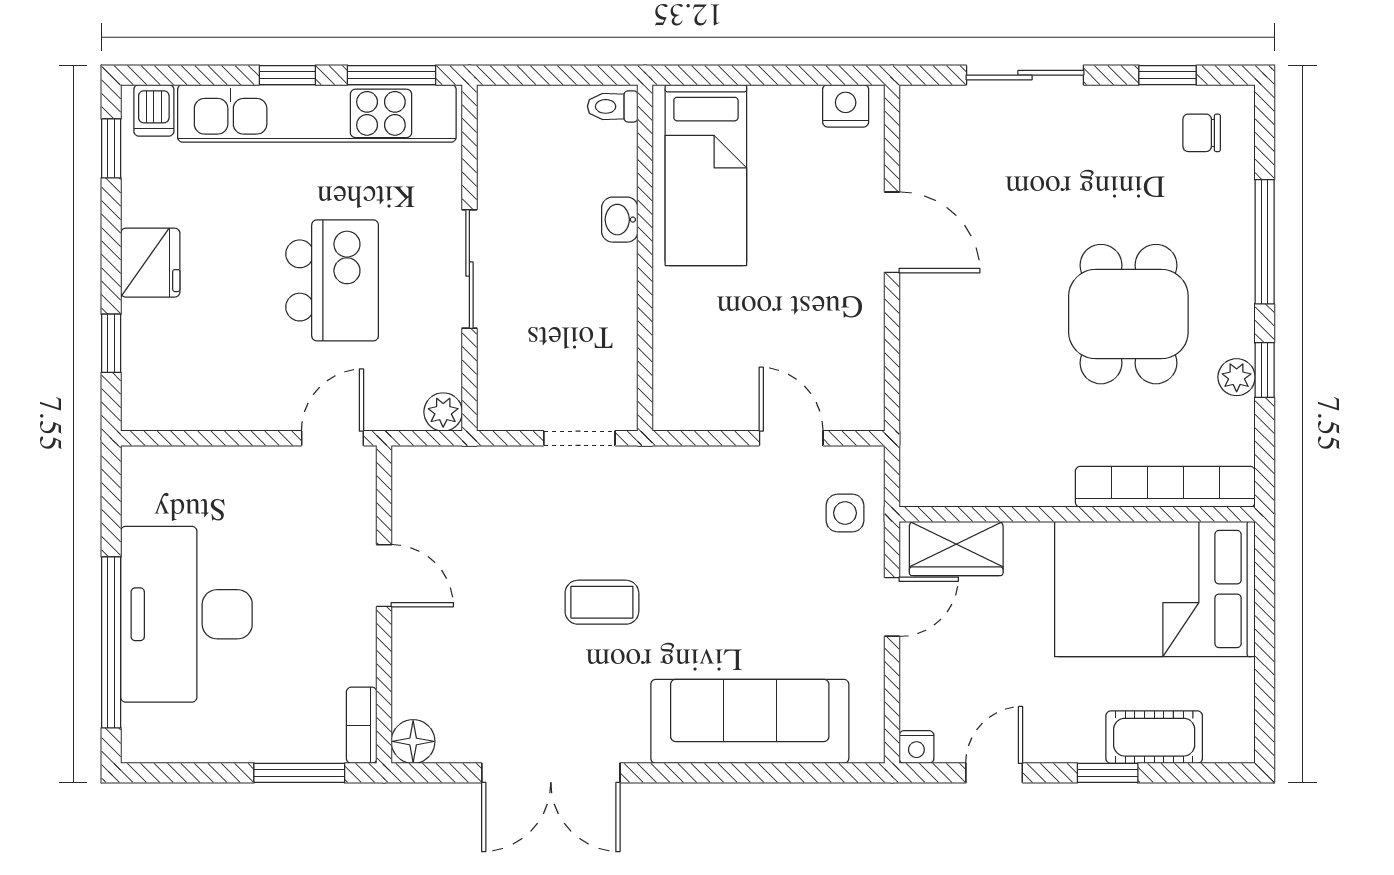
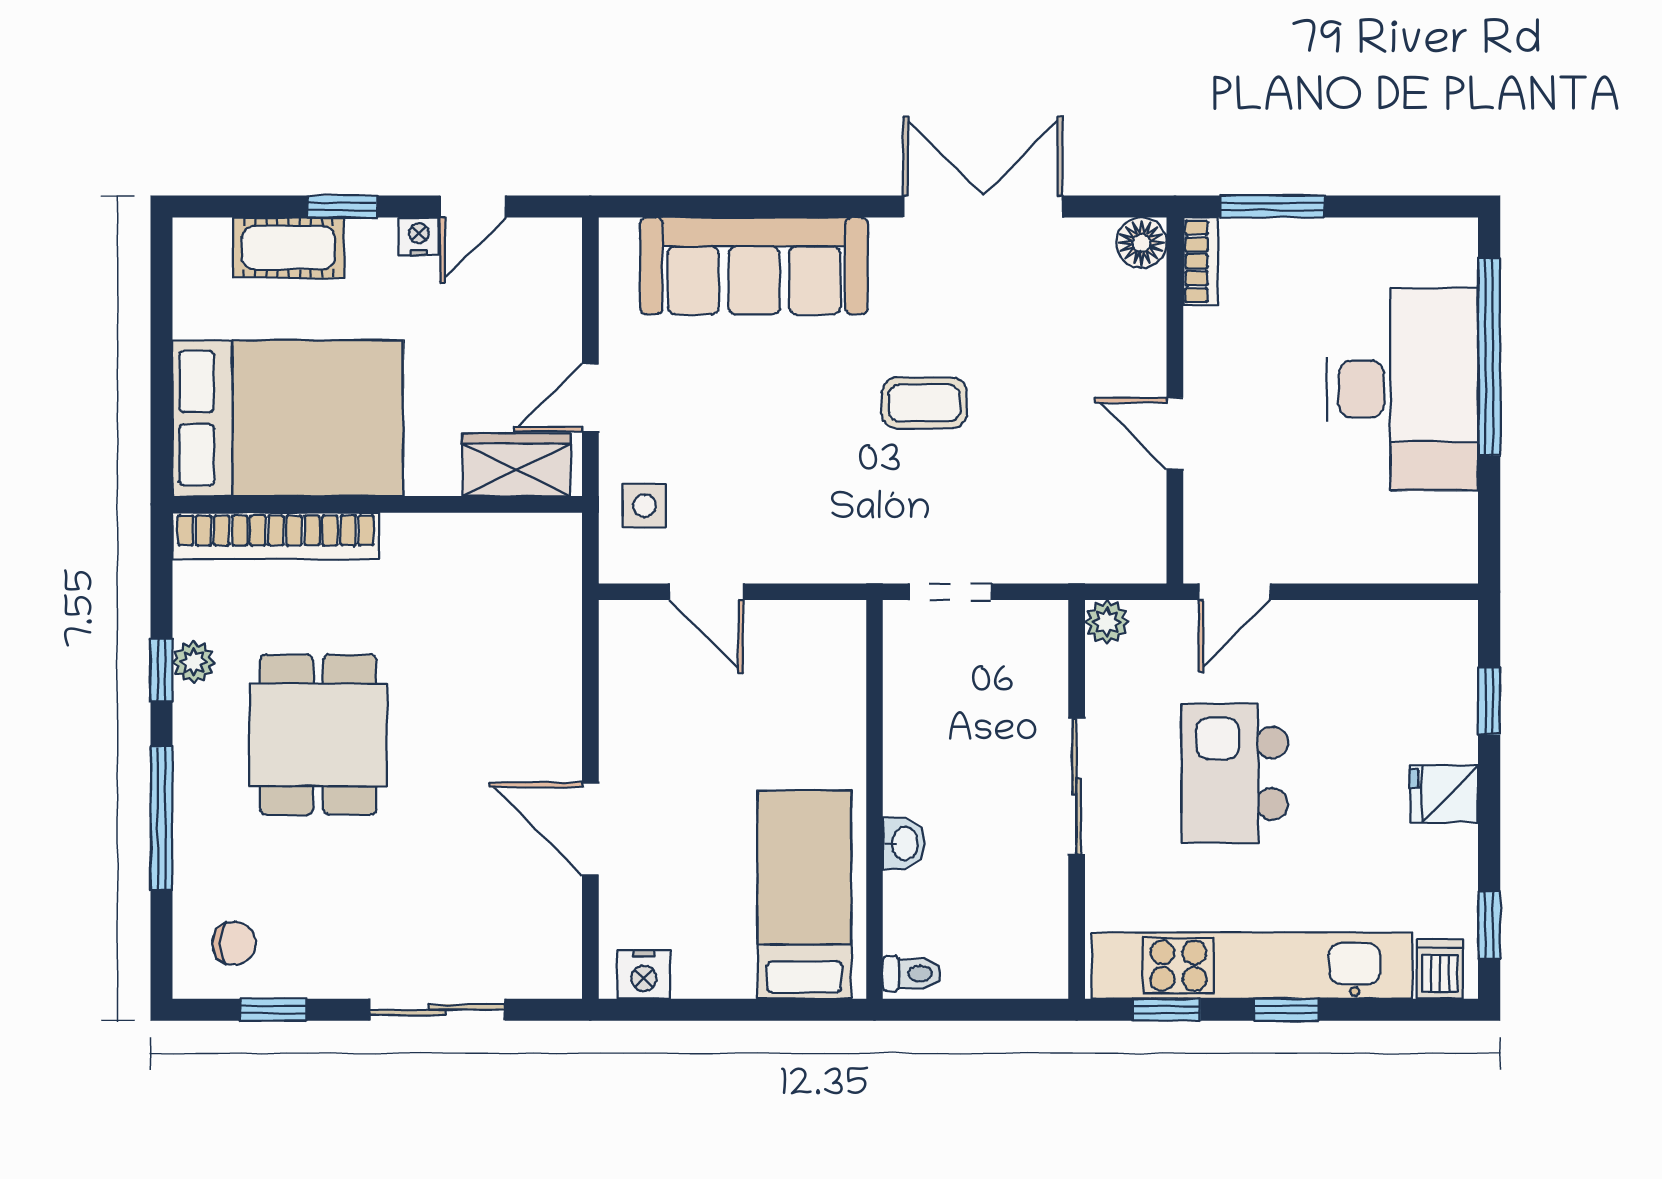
window: (392, 75) -> (1166, 1010), width x0.67
fridge: (150, 263) -> (1444, 794), width x0.72
nightstand: (916, 747) -> (419, 236), moved

